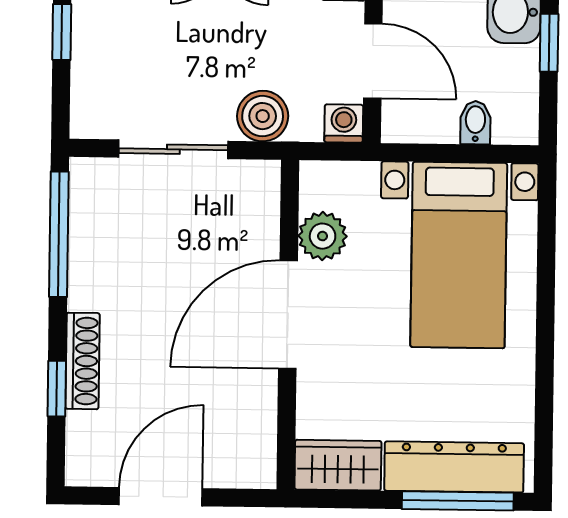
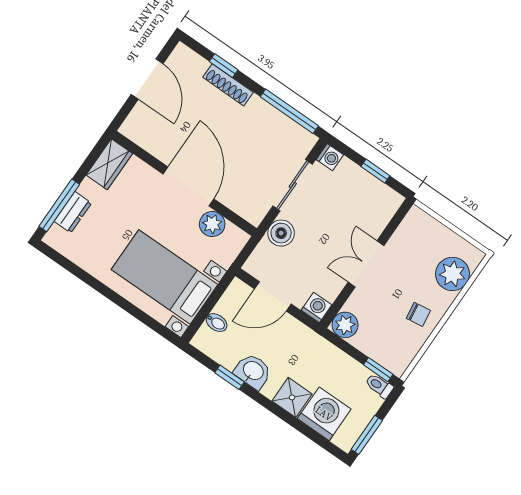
washing machine: (344, 124) -> (330, 157), moved
dresser: (454, 467) -> (73, 212), width x0.51, depth x0.80

